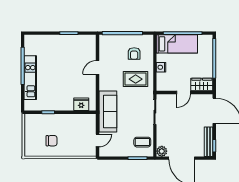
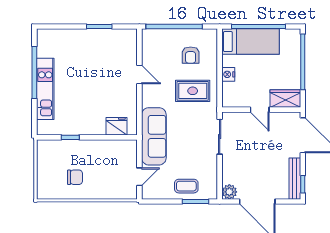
door: (98, 67) -> (139, 75), swing flipped
door: (183, 92) -> (260, 110), hinge flipped
coffee table: (142, 142) -> (186, 186), moved

